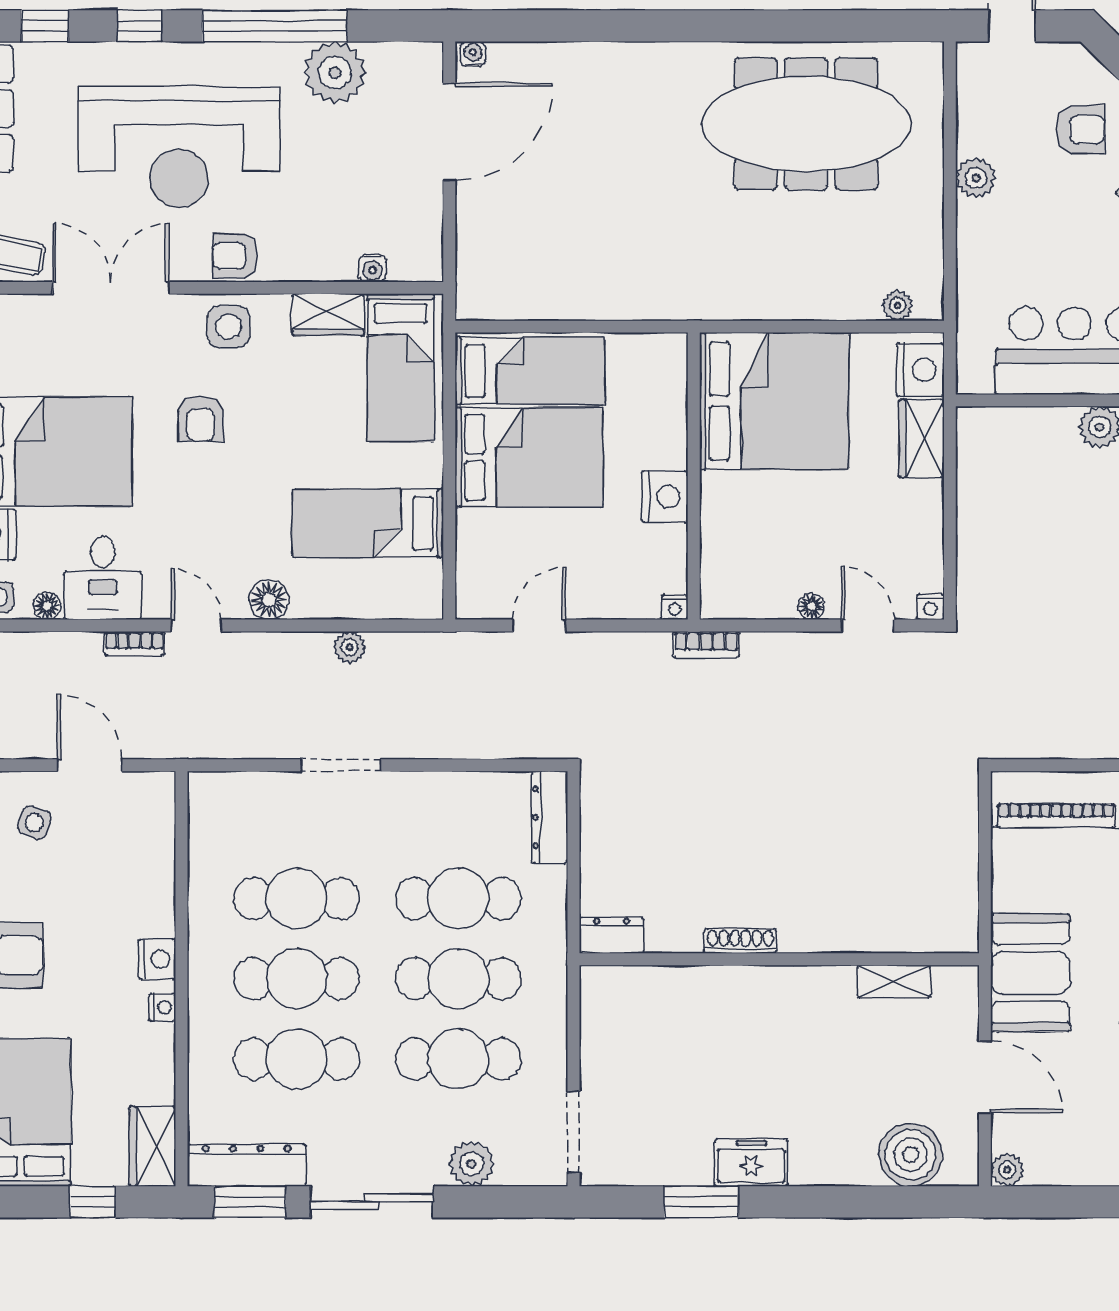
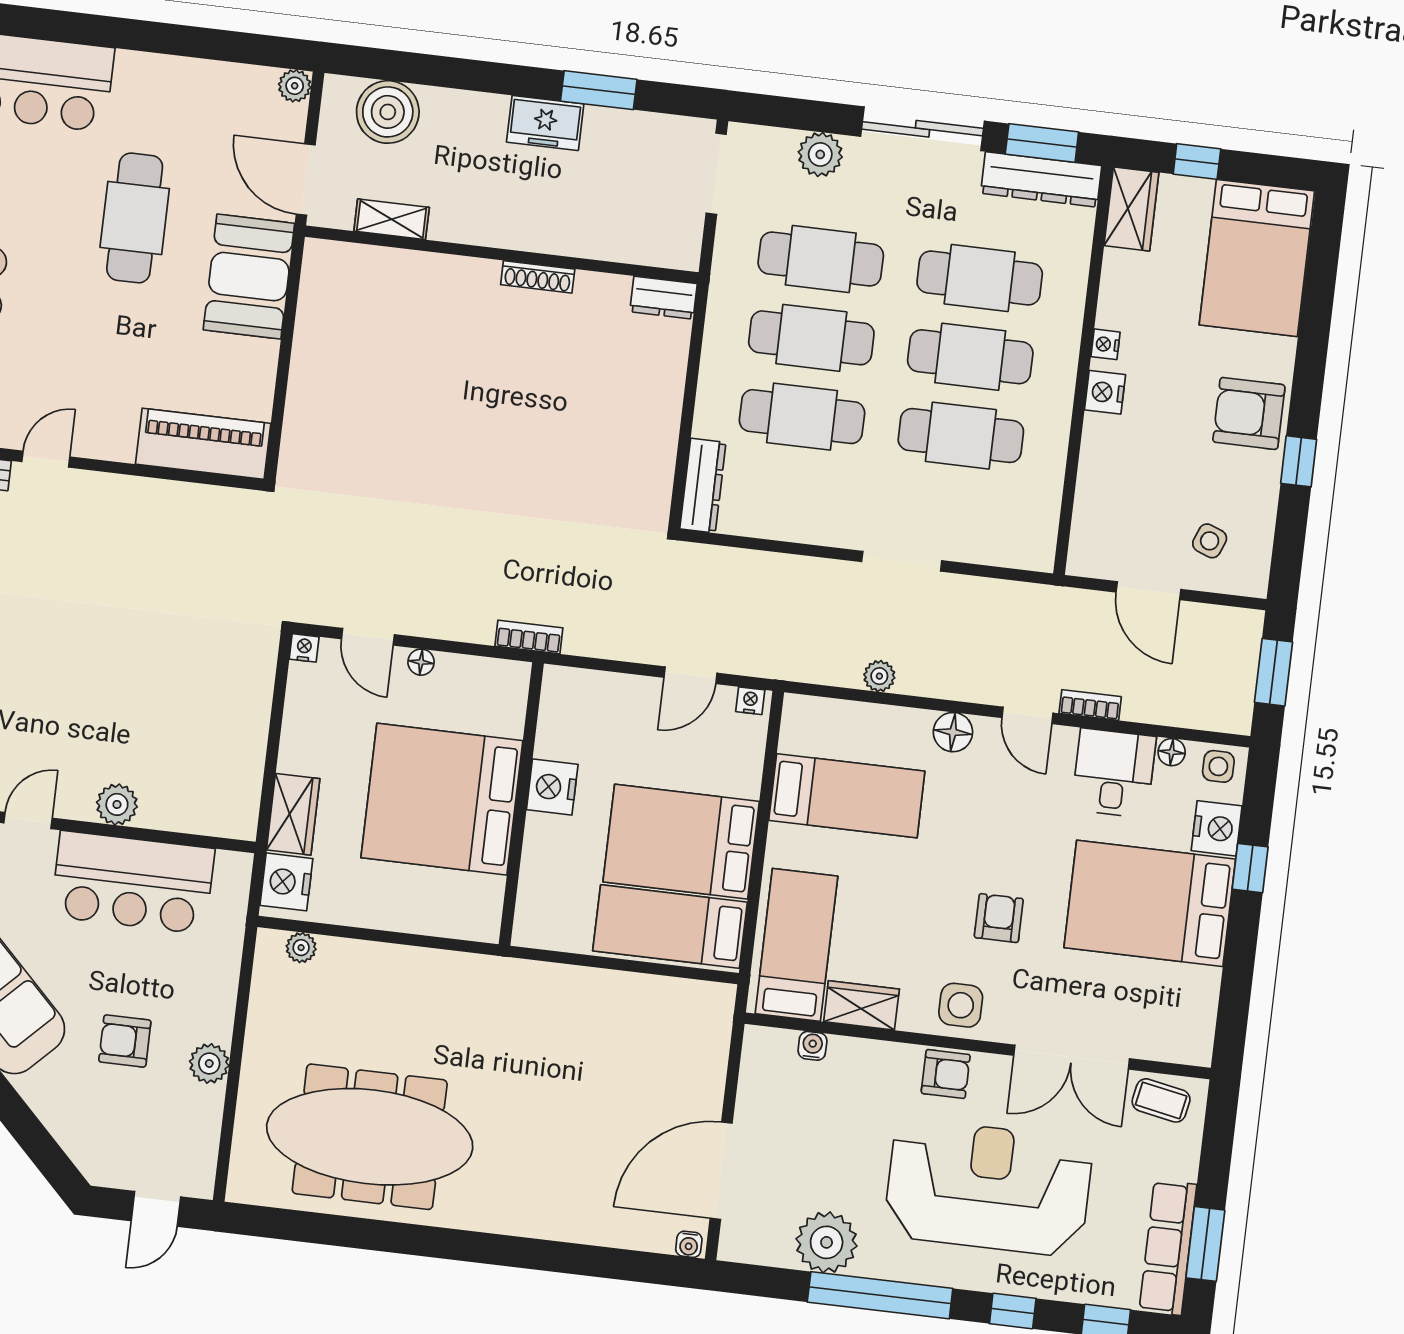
armchair: (1080, 129) -> (125, 1041), moved
bed: (774, 401) -> (442, 799), moved
nightstand: (675, 607) -> (750, 701), moved
dresser: (612, 935) -> (664, 298), moved
shoe rack: (740, 941) -> (538, 277), moved
wall: (779, 959) -> (502, 254), moved
shelving: (894, 981) -> (392, 219), moved

